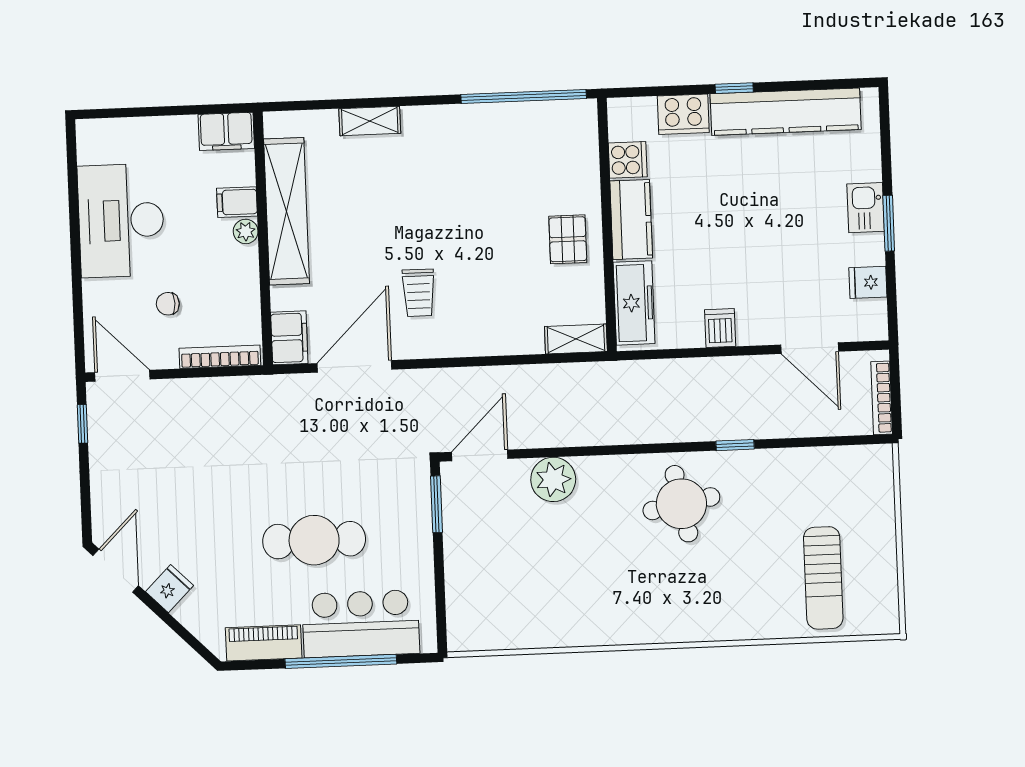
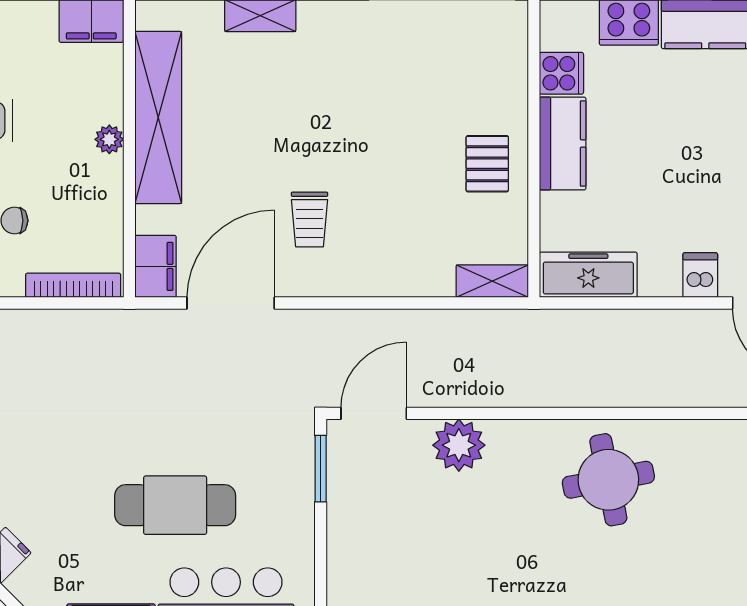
filing cabinet: (237, 202) -> (101, 105), removed
freezer: (634, 303) -> (588, 275), moved, turned -90
dishwasher: (720, 328) -> (700, 275), moved
window: (735, 445) -> (674, 413), removed

